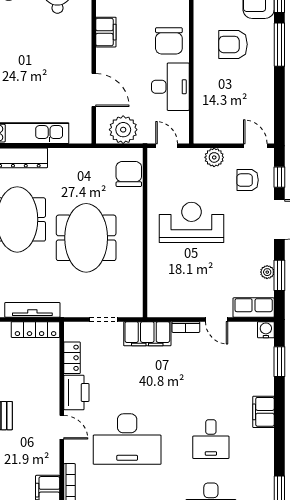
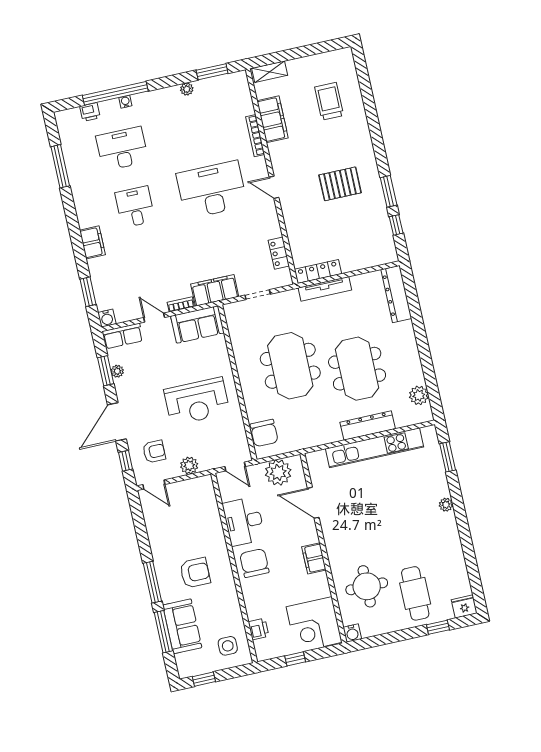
sofa: (173, 302) -> (197, 324), added
printer: (76, 392) -> (268, 222), removed

